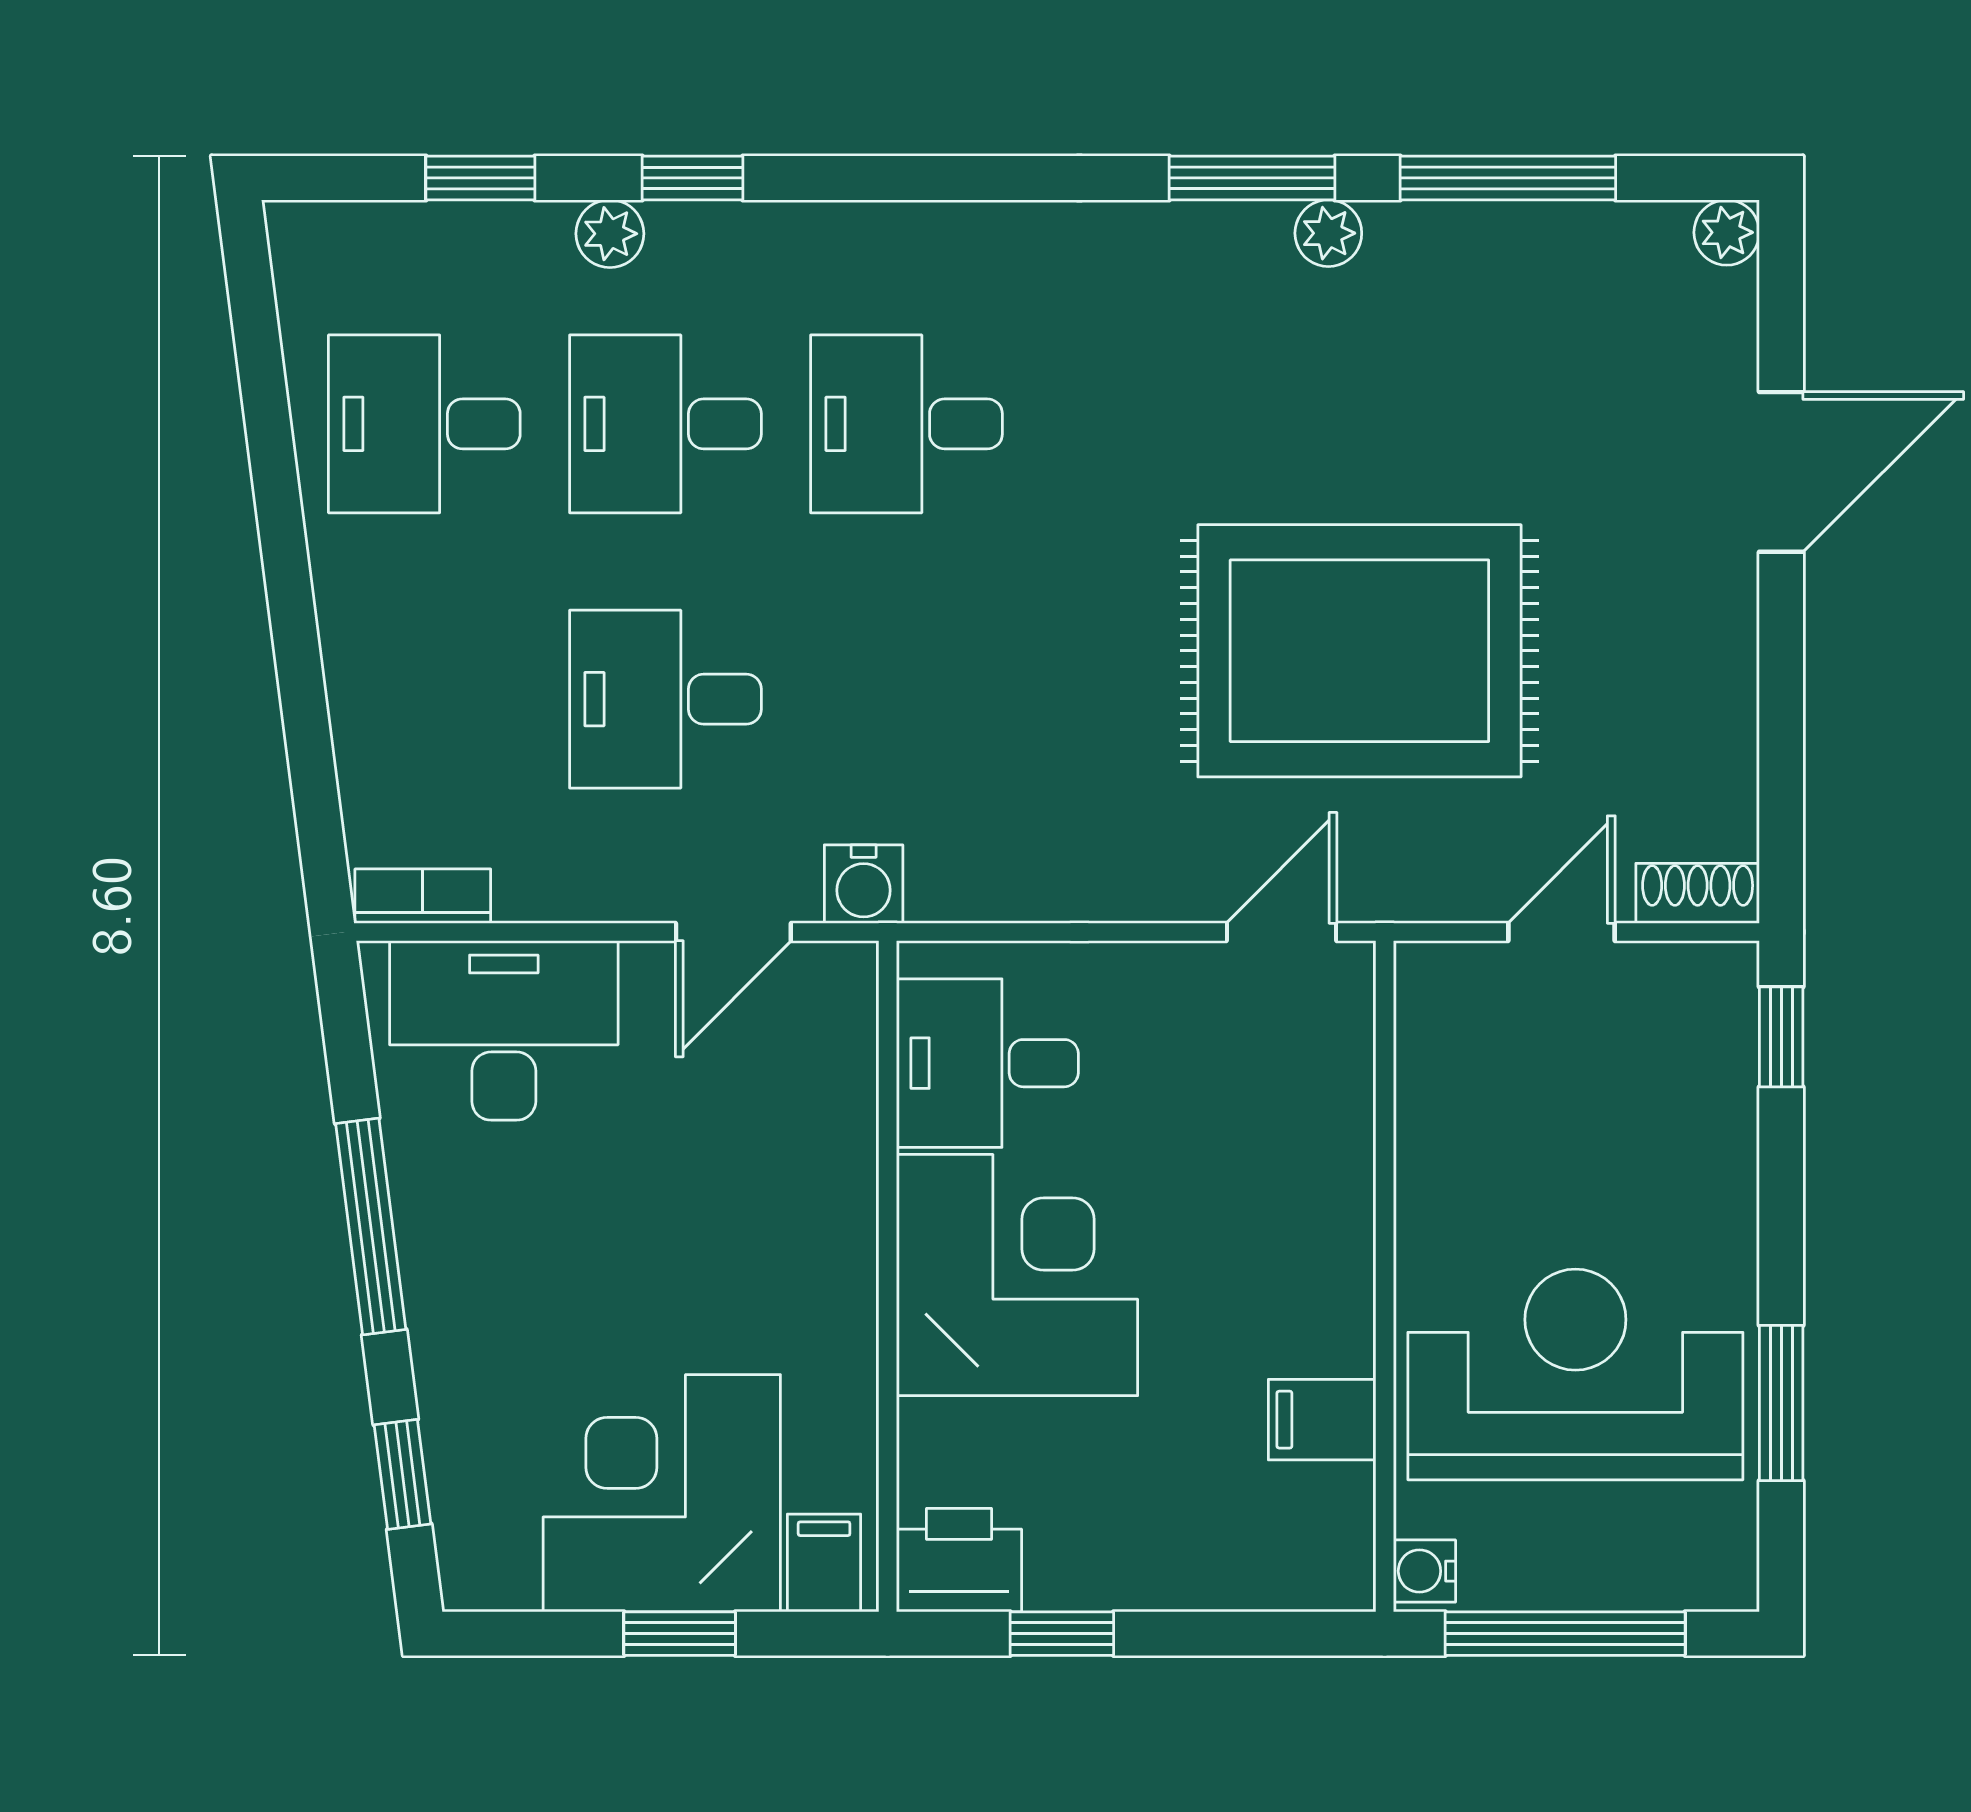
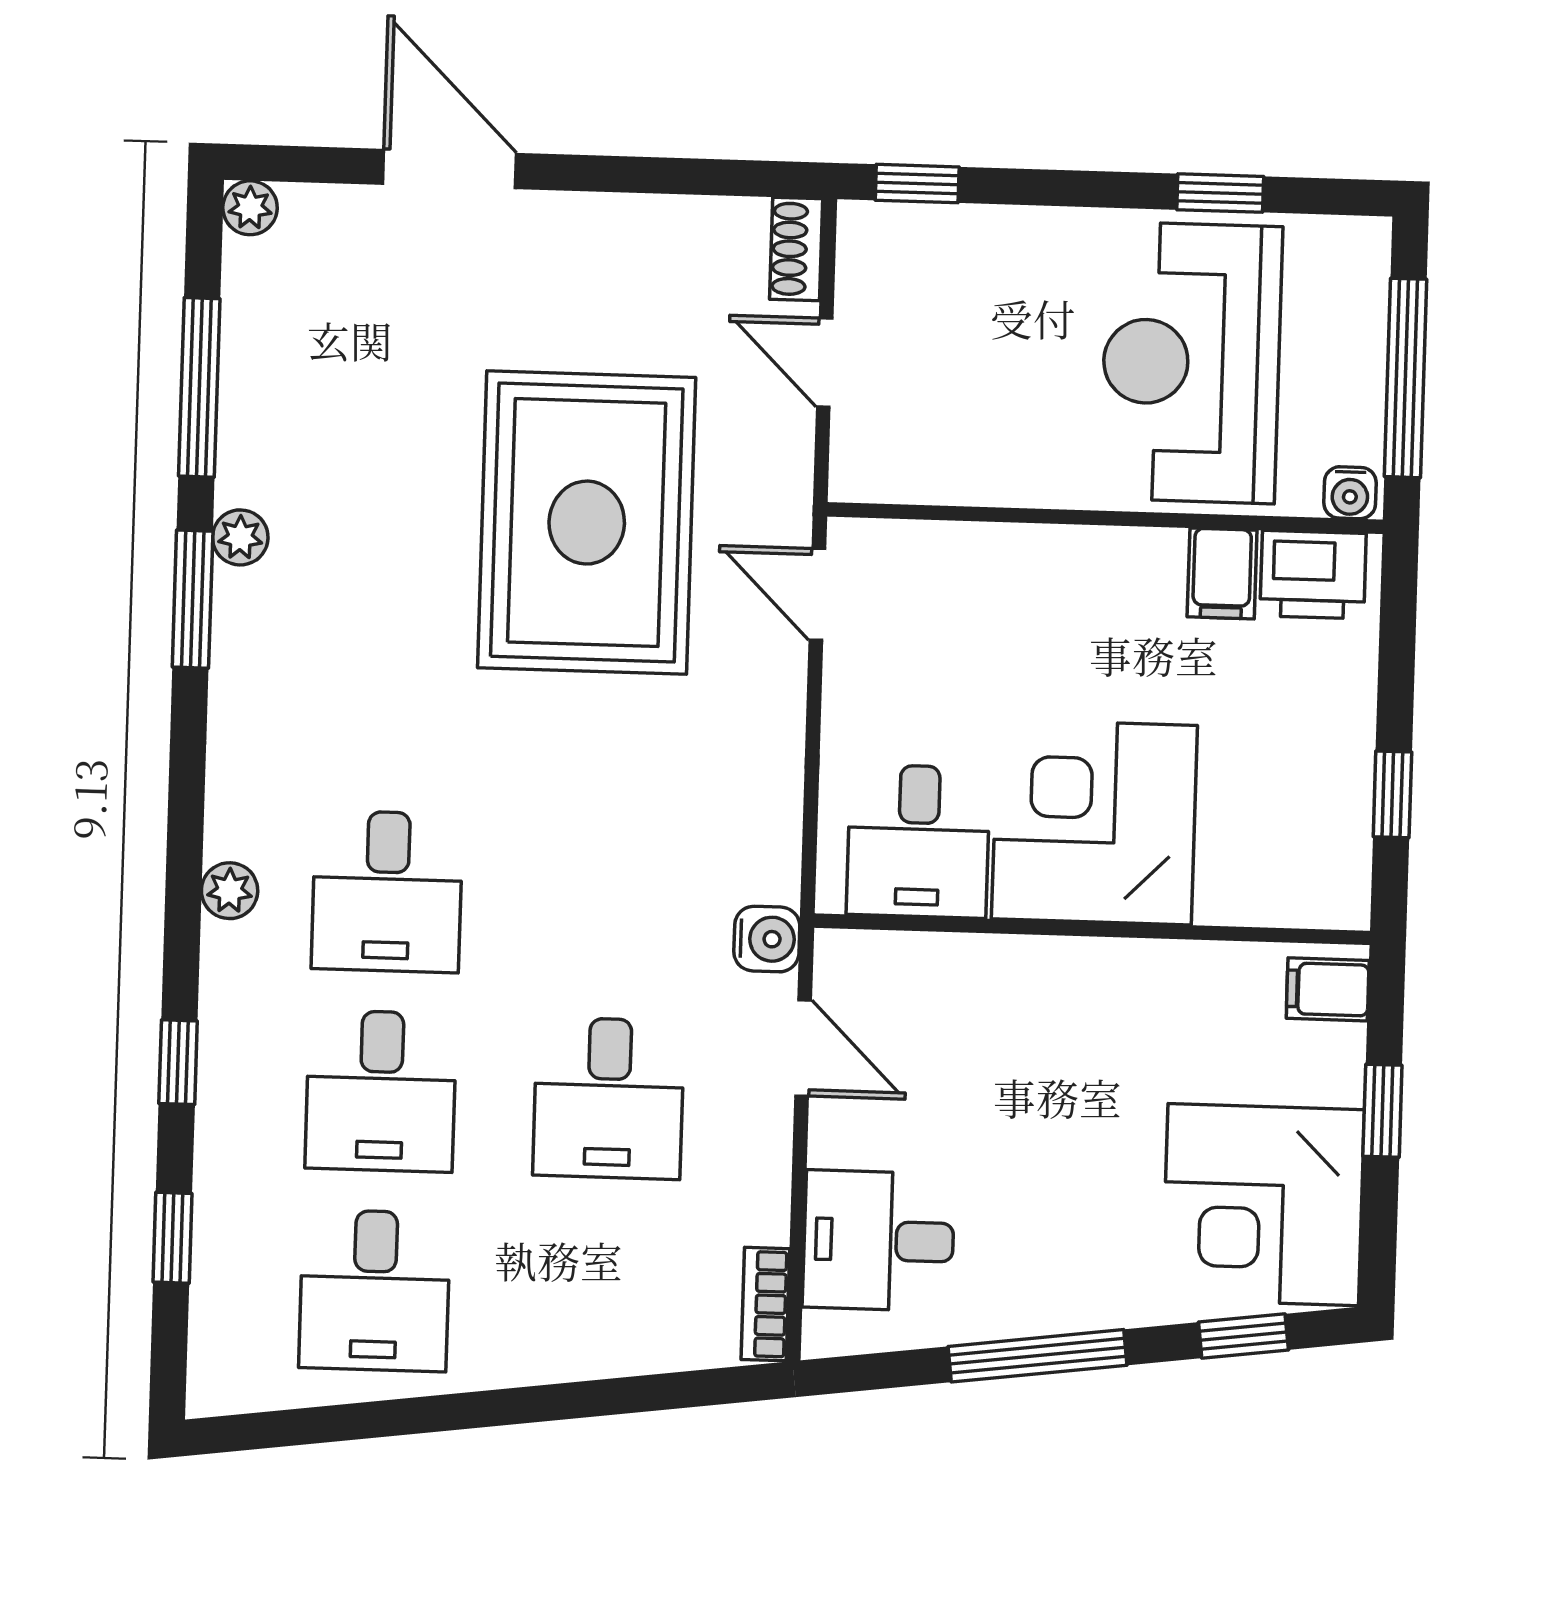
plant: (610, 234) -> (230, 891), moved
desk: (504, 1030) -> (879, 1241), width x0.73
window: (1781, 1403) -> (1220, 193), width x0.67
corner desk: (662, 1493) -> (1263, 1205), moved
printer: (959, 1560) -> (1313, 575), moved, turned -90

